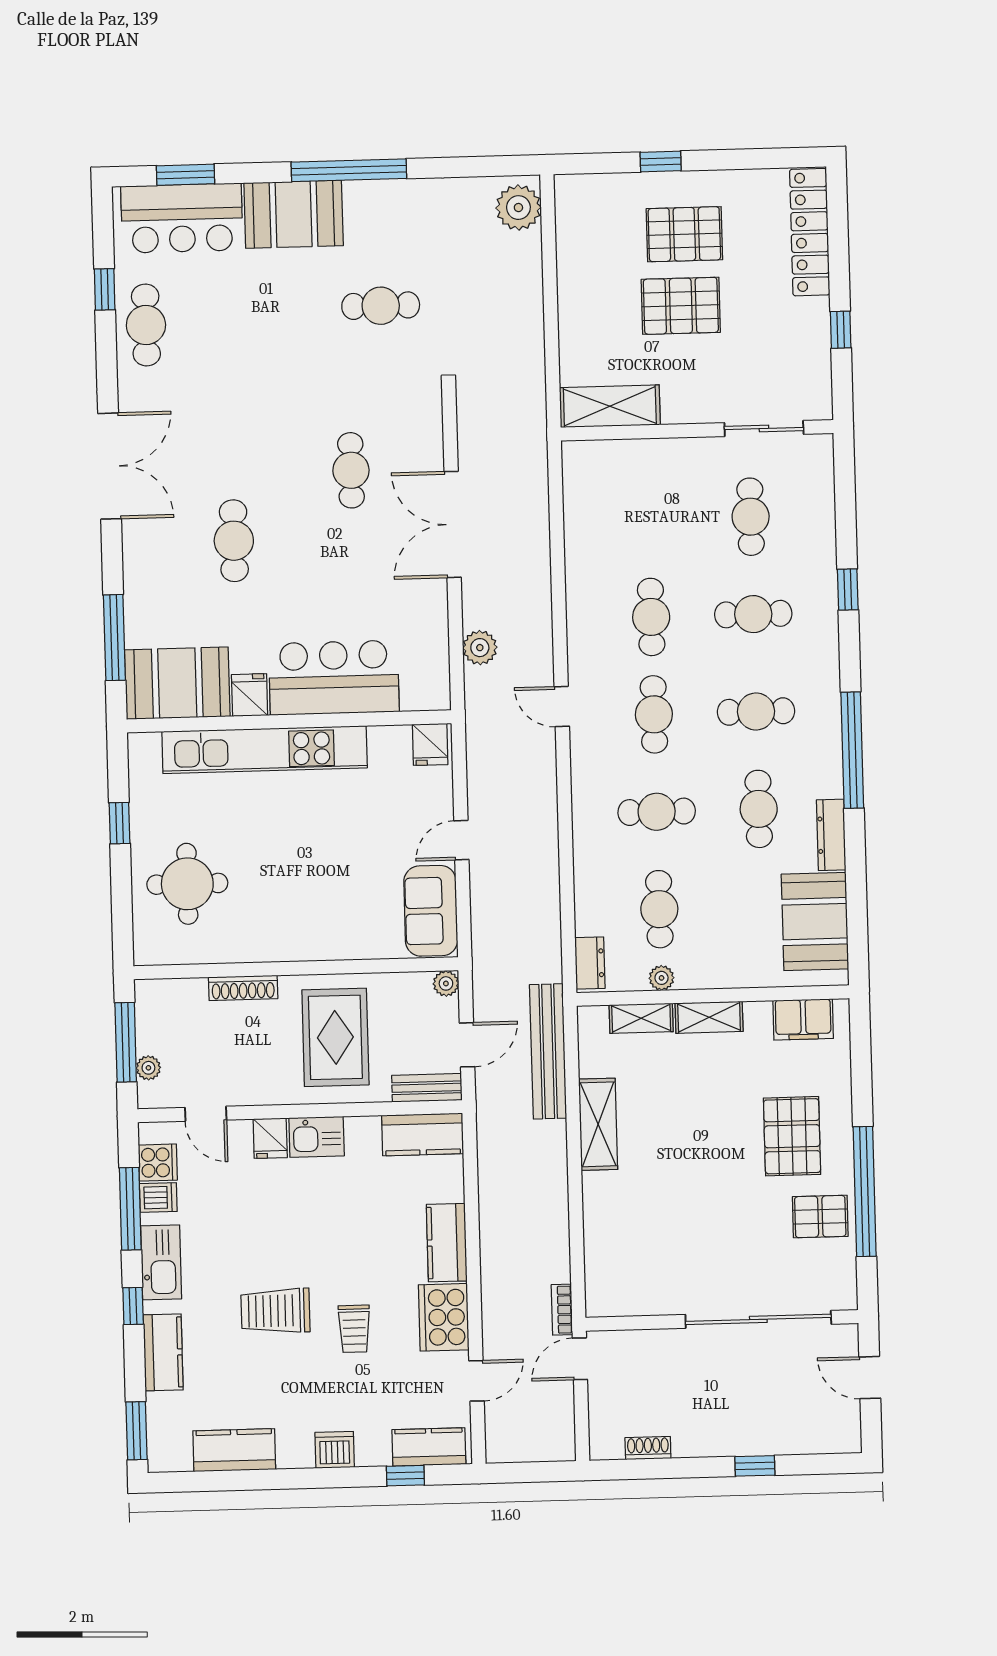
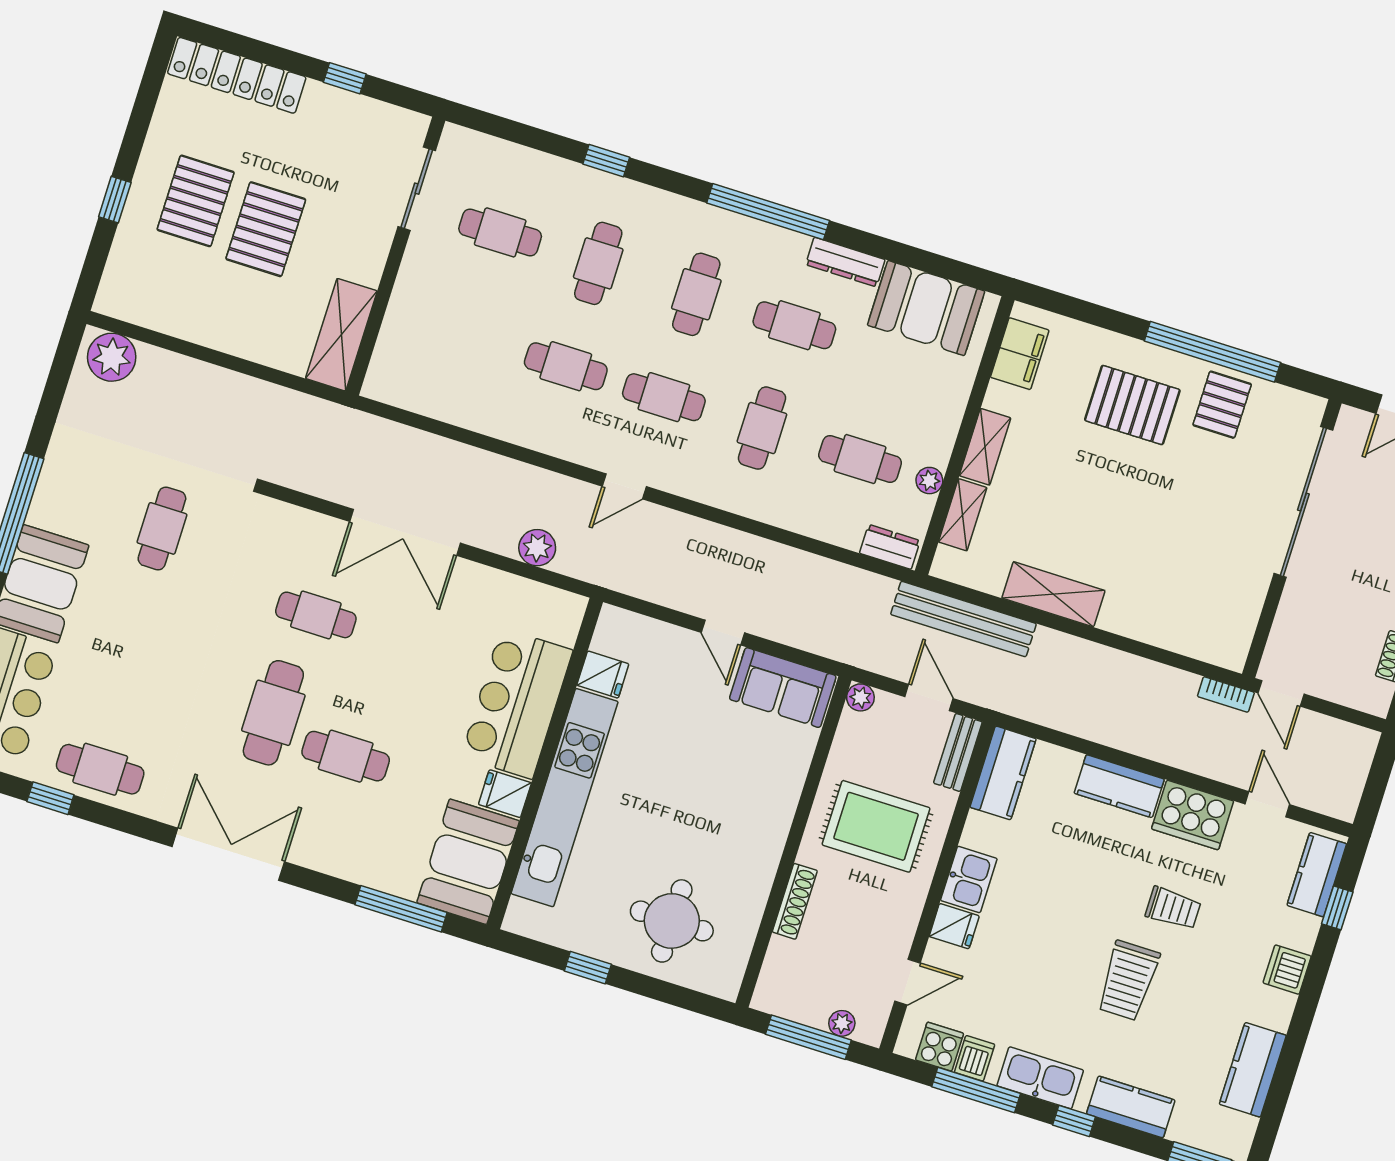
cafe table: (250, 463) -> (273, 713), added
fridge: (430, 744) -> (603, 675), moved

